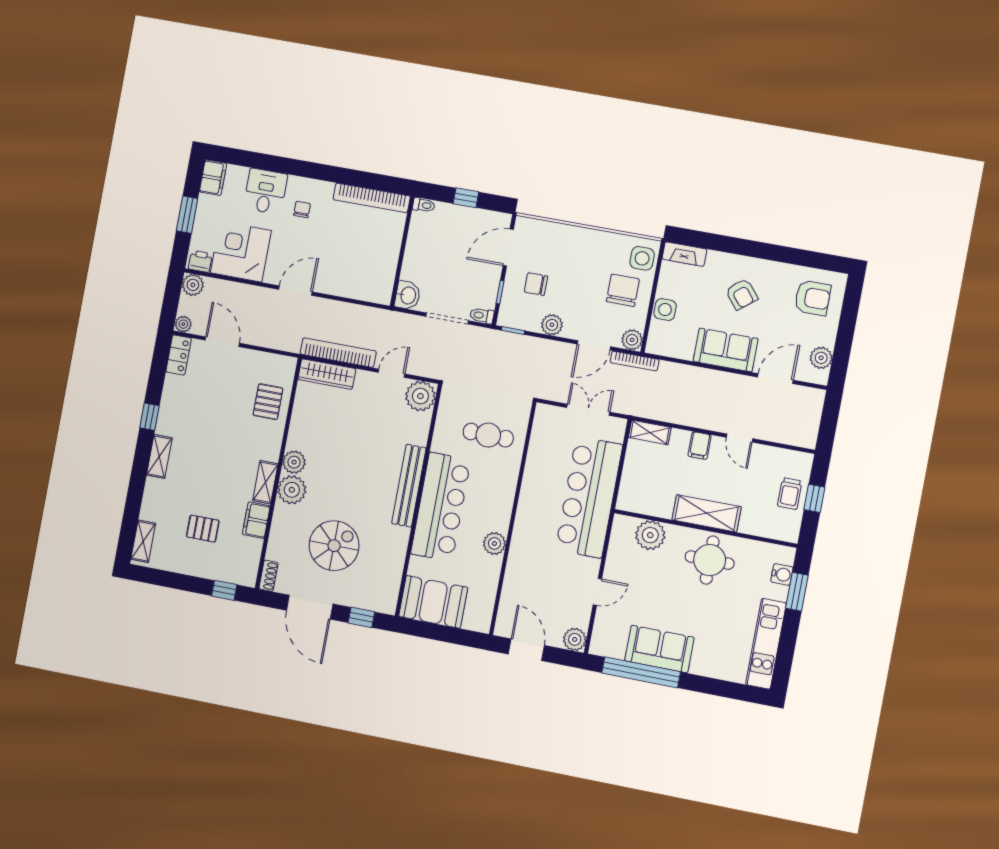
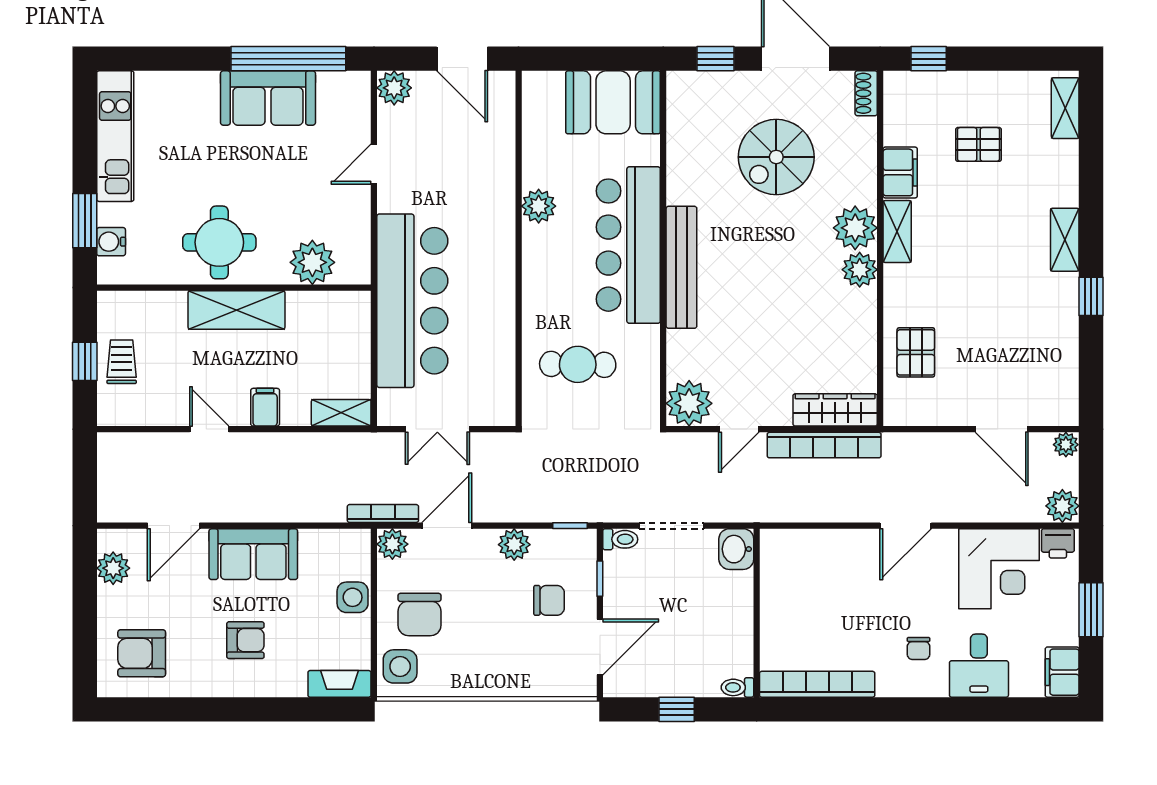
armchair: (742, 294) -> (245, 640), turned 129
locker: (179, 355) -> (1064, 397), removed

